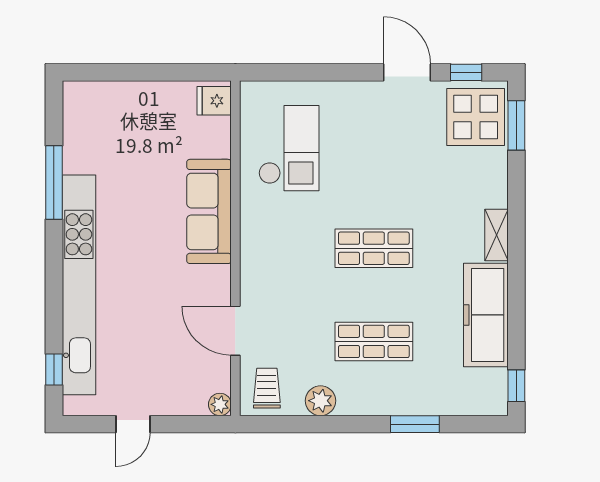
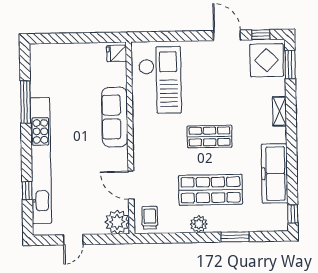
checkout: (289, 148) -> (160, 80), width x1.36, depth x1.21
shelving: (496, 235) -> (279, 111), moved
shop shelf: (374, 341) -> (211, 190), width x1.43, depth x1.36
window: (54, 370) -> (27, 191), moved
plant: (321, 401) -> (199, 224), moved
plant: (220, 404) -> (117, 222), width x1.87, depth x1.87

